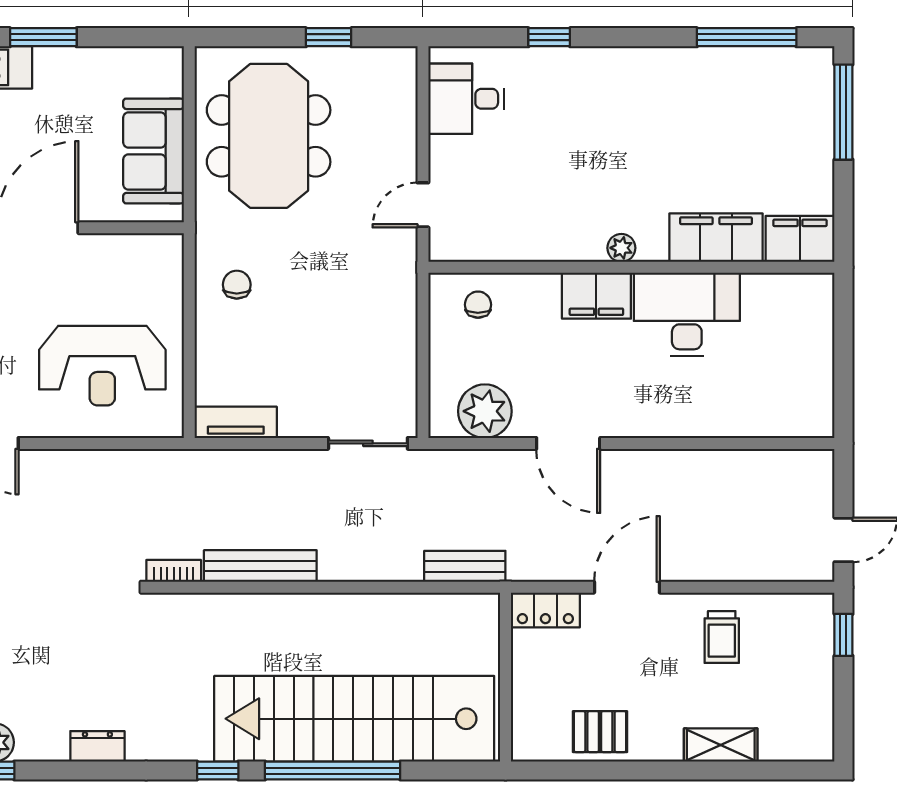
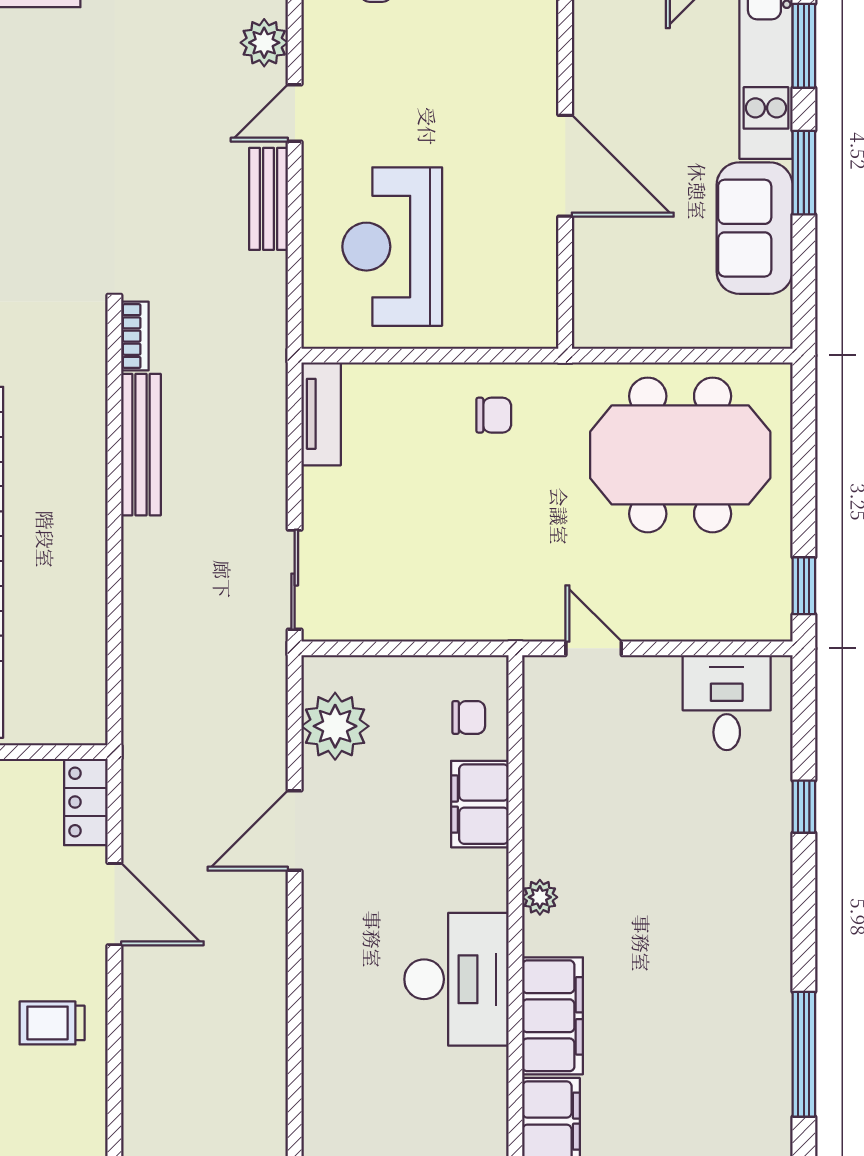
window: (329, 37) -> (804, 586), moved
sofa: (154, 151) -> (755, 228), moved, turned -90
filing cabinet: (596, 296) -> (480, 804), moved
bench: (465, 566) -> (269, 199), moved

